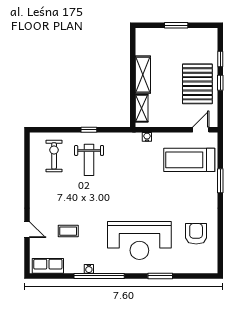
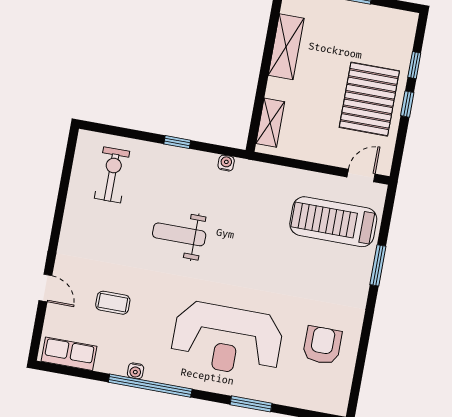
shelving: (143, 75) -> (286, 47), moved
water cooler: (147, 137) -> (226, 163), moved
weight bench: (89, 160) -> (179, 234), moved, turned 90

